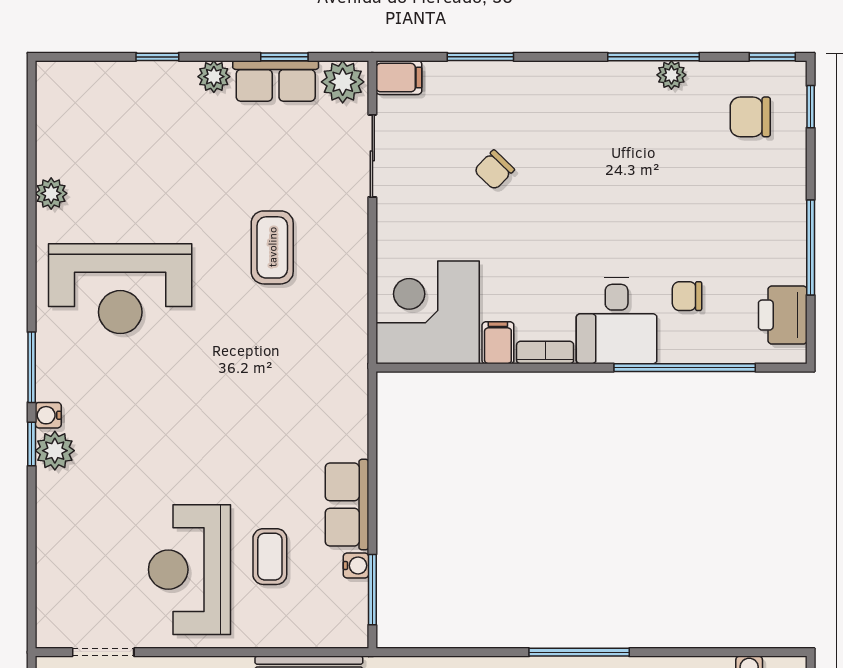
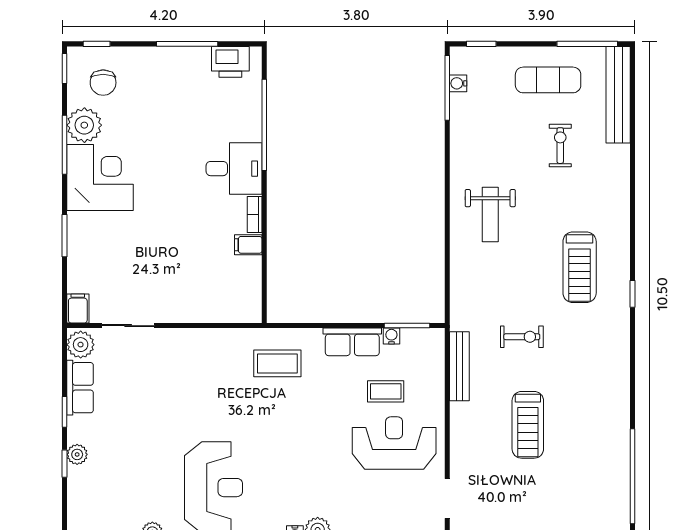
window: (284, 57) -> (64, 412), moved
window: (480, 57) -> (64, 236), moved
plant: (671, 75) -> (84, 125), width x1.87, depth x1.87
plant: (214, 77) -> (77, 454), moved
chair: (494, 170) -> (137, 247), removed
coffee table: (272, 247) -> (277, 363), moved
chair: (687, 296) -> (218, 123), removed
corner desk: (428, 312) -> (100, 178), moved, turned 180
reception desk: (189, 570) -> (394, 443), turned 180
window: (579, 652) -> (447, 88), moved

